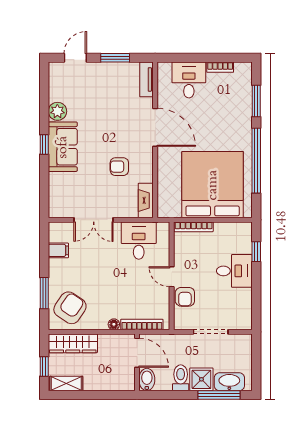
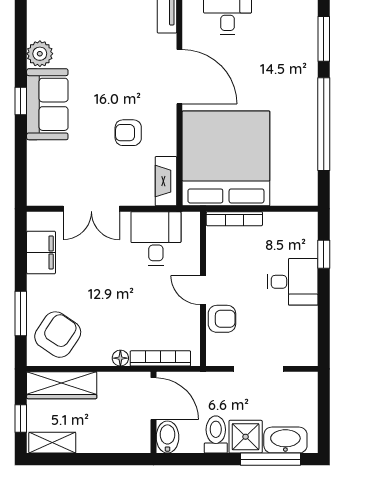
bed: (213, 185) -> (226, 158), moved
filing cabinet: (58, 250) -> (41, 252), width x2.00
armchair: (185, 297) -> (222, 319), turned -90

